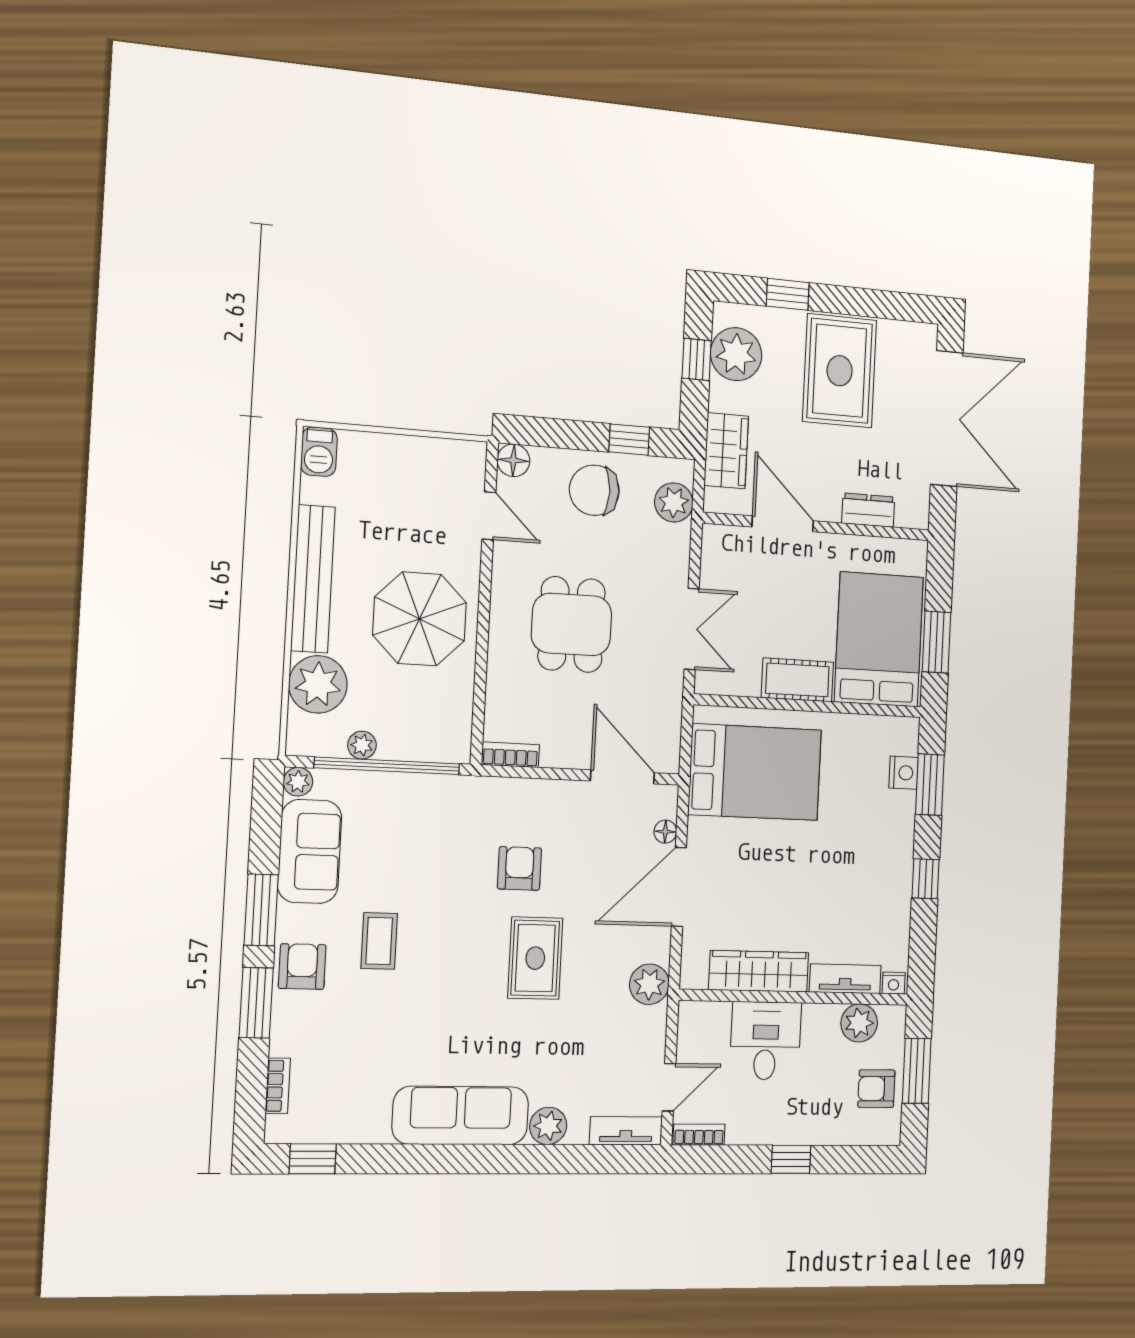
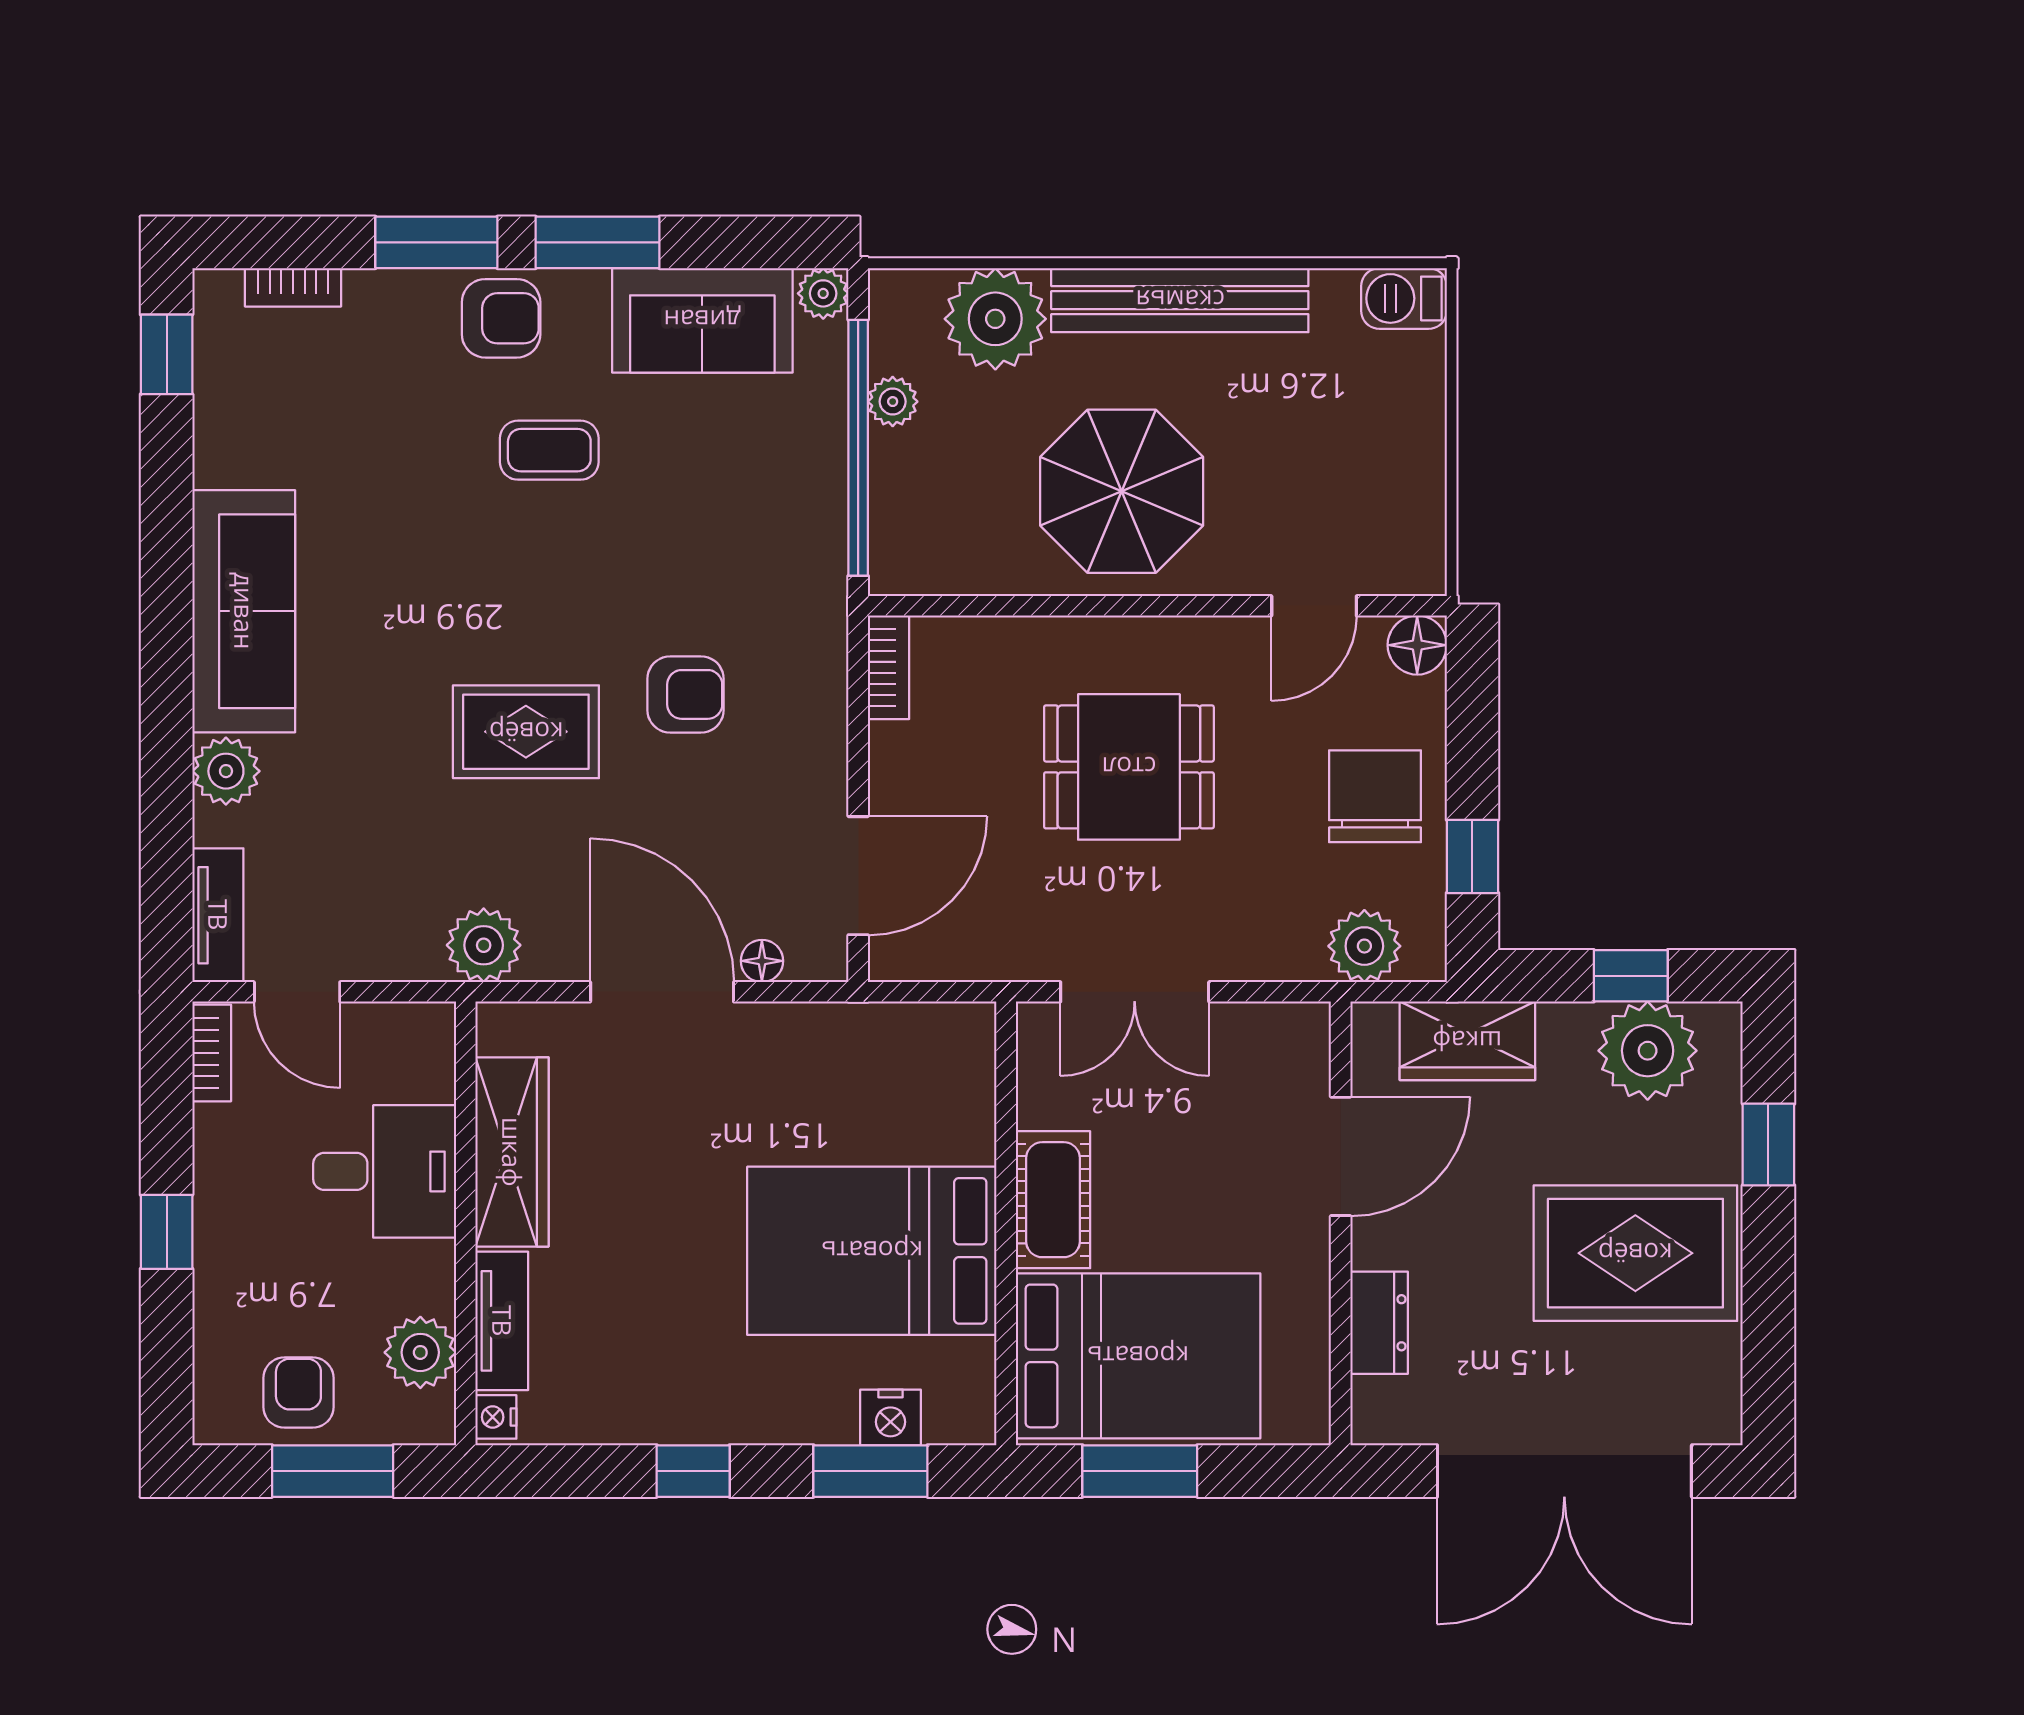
bed: (755, 772) -> (872, 1251), moved, turned 90

